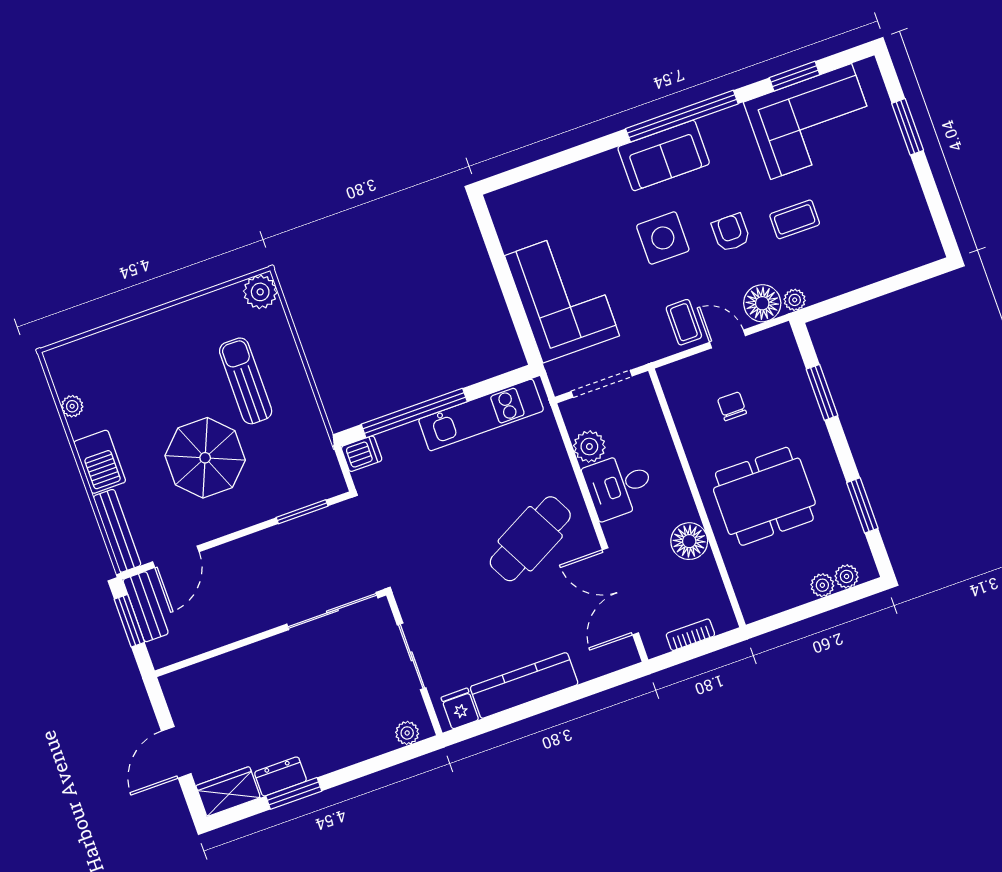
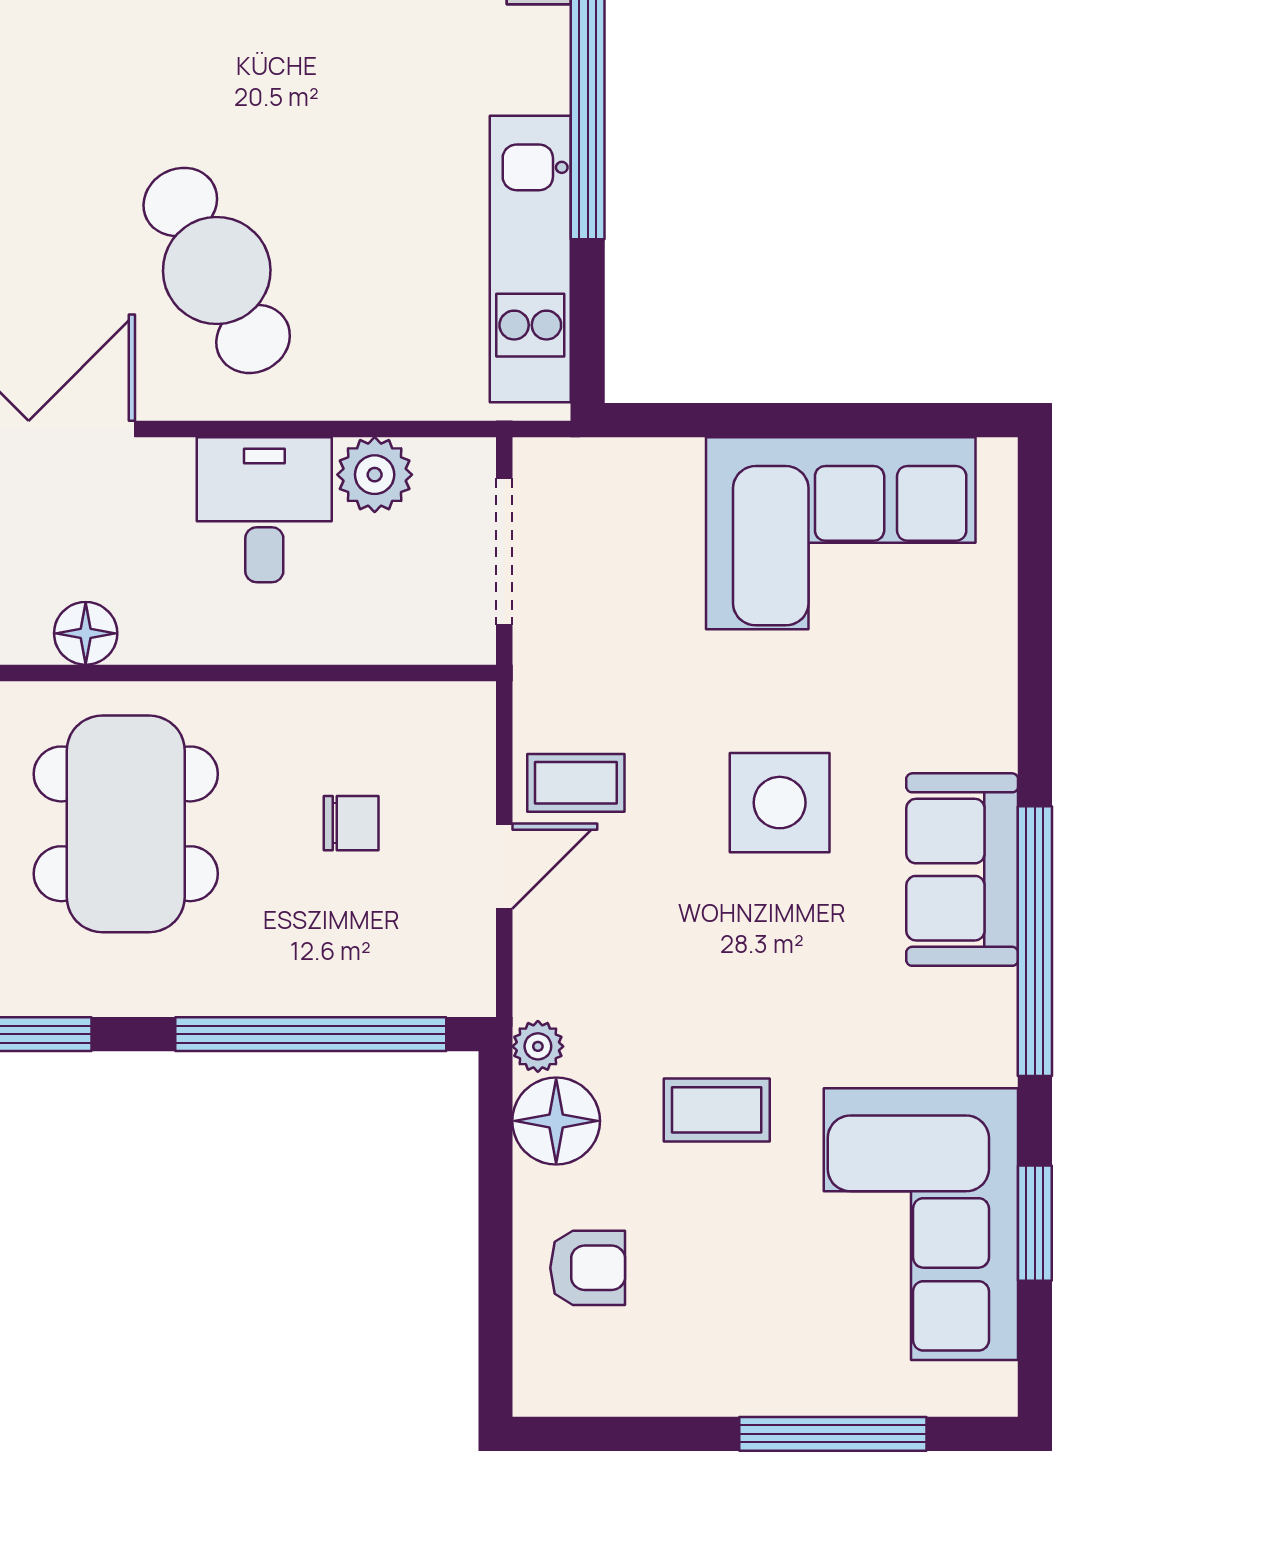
window: (908, 127) -> (833, 1434), width x1.44
coffee table: (795, 219) -> (717, 1110), turned 90
armchair: (731, 233) -> (588, 1268), moved
corner sofa: (562, 296) -> (841, 533), moved
floor lamp: (762, 303) -> (556, 1121), moved
window: (822, 392) -> (311, 1034), width x2.11
floor lamp: (689, 541) -> (86, 633), width x0.73, depth x0.73

